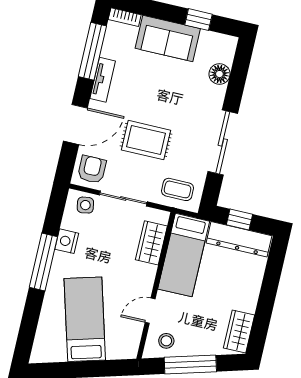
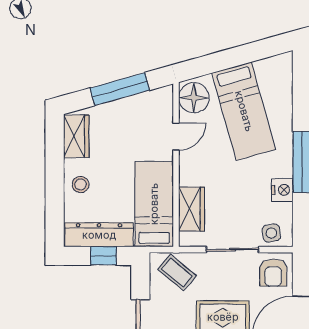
coffee table: (178, 189) -> (177, 273), turned 40
floor lamp: (126, 341) -> (194, 98), added
stool: (166, 341) -> (81, 184), moved

